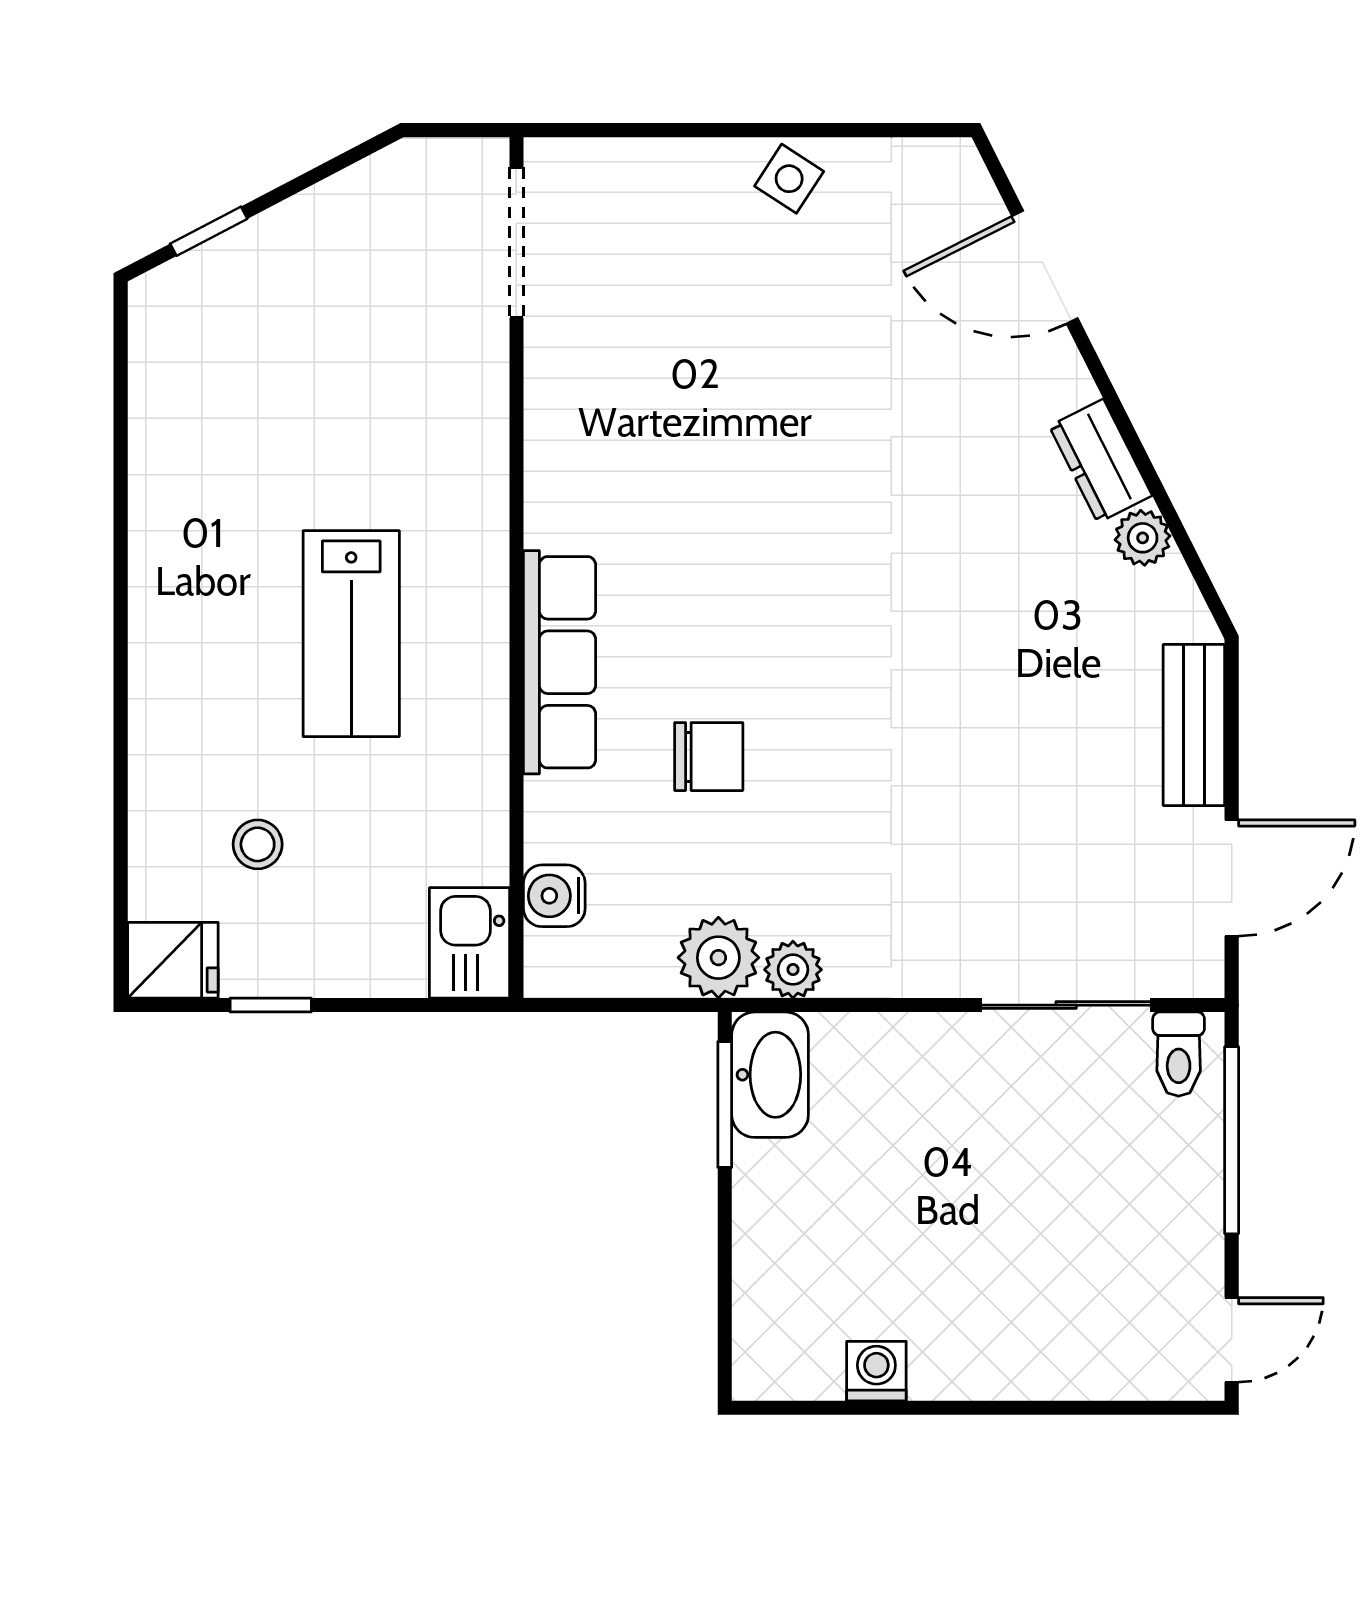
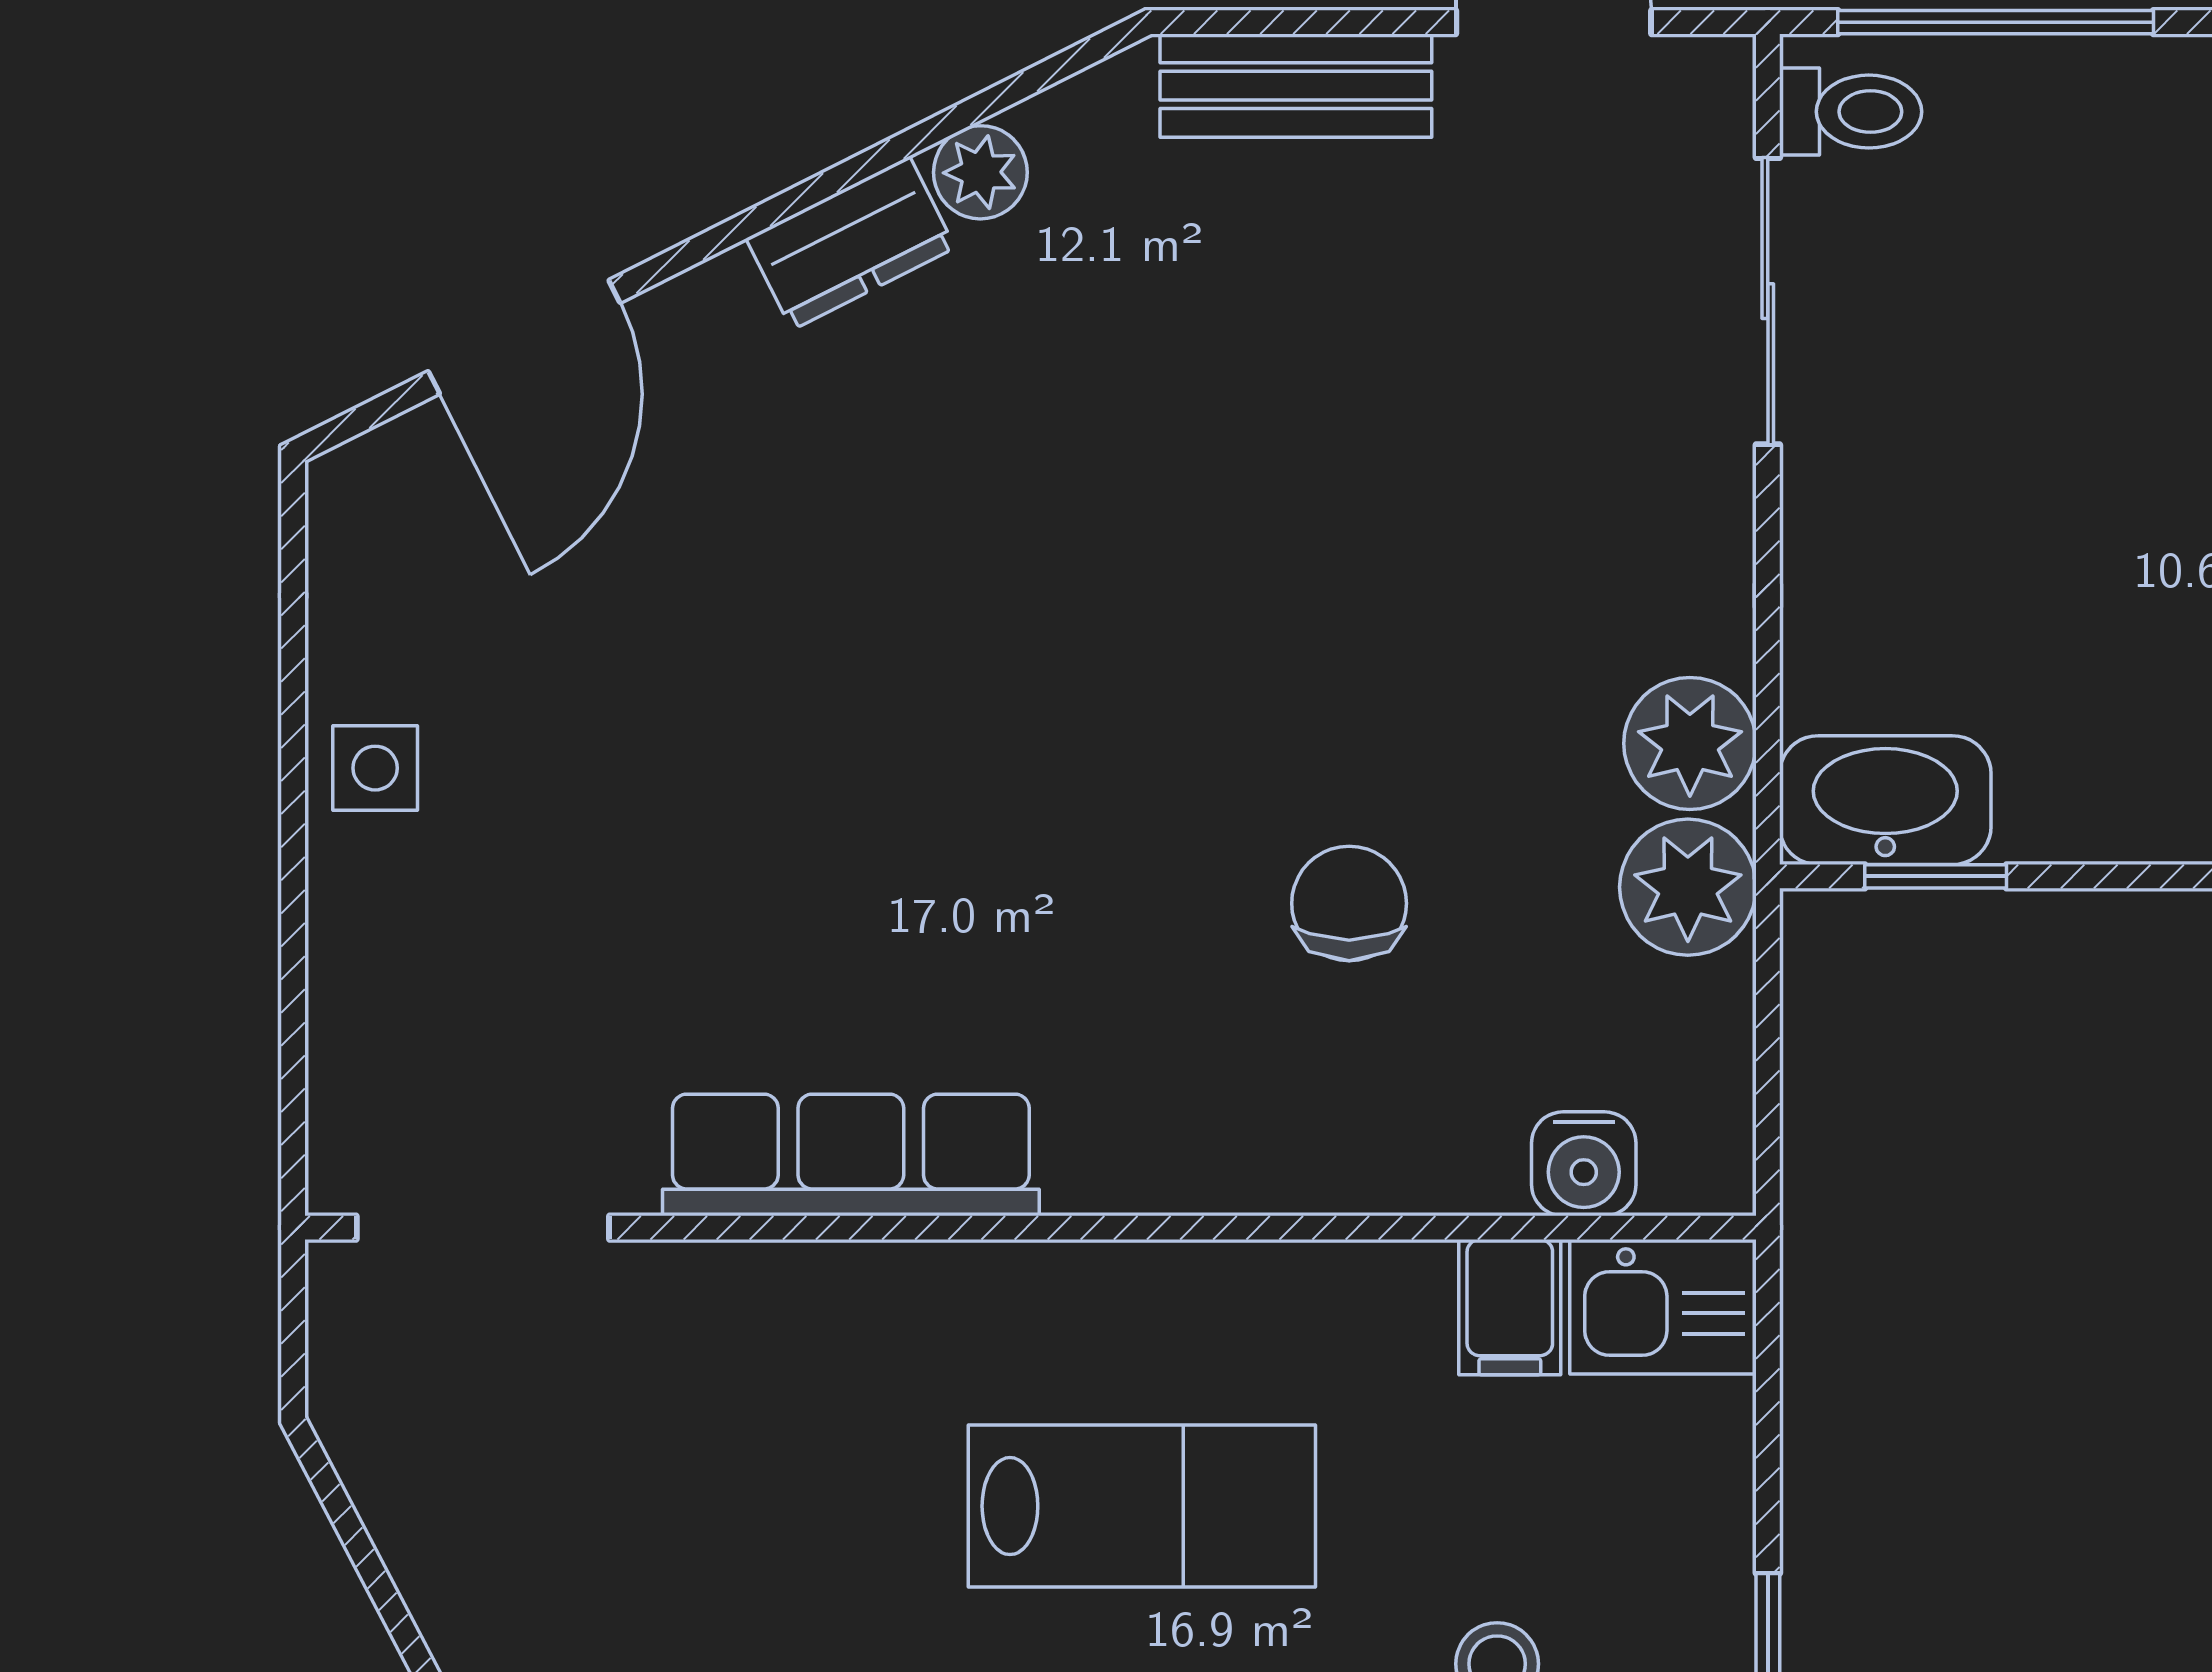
side table: (789, 179) -> (375, 768), turned -33
row of seats: (560, 662) -> (851, 1155), moved
filing cabinet: (469, 852) -> (1510, 1307), added
plant: (793, 970) -> (1690, 743), width x1.38, depth x1.38
window: (725, 1105) -> (1936, 876), width x0.67

